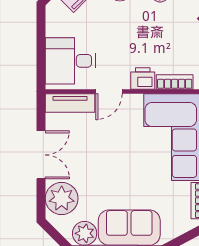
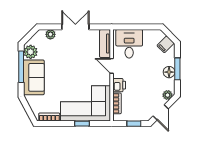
double door: (41, 155) -> (75, 27), swing flipped
plant: (62, 198) -> (50, 34), width x0.53, depth x0.53

